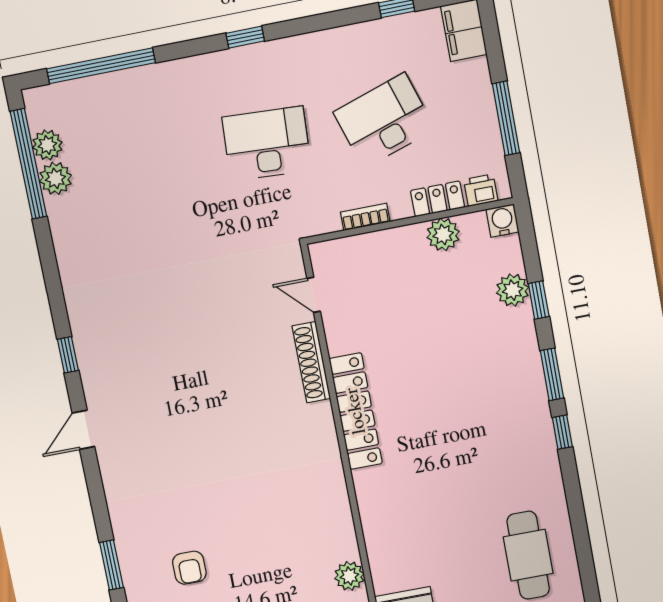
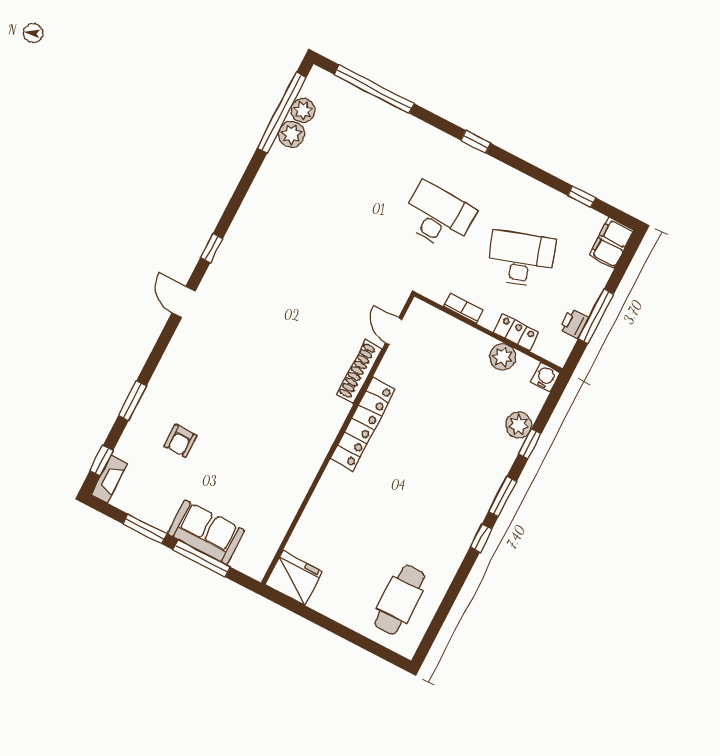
printer: (481, 190) -> (574, 323), moved, turned -90
door: (83, 430) -> (184, 302), hinge flipped
plant: (349, 576) -> (277, 525), removed

